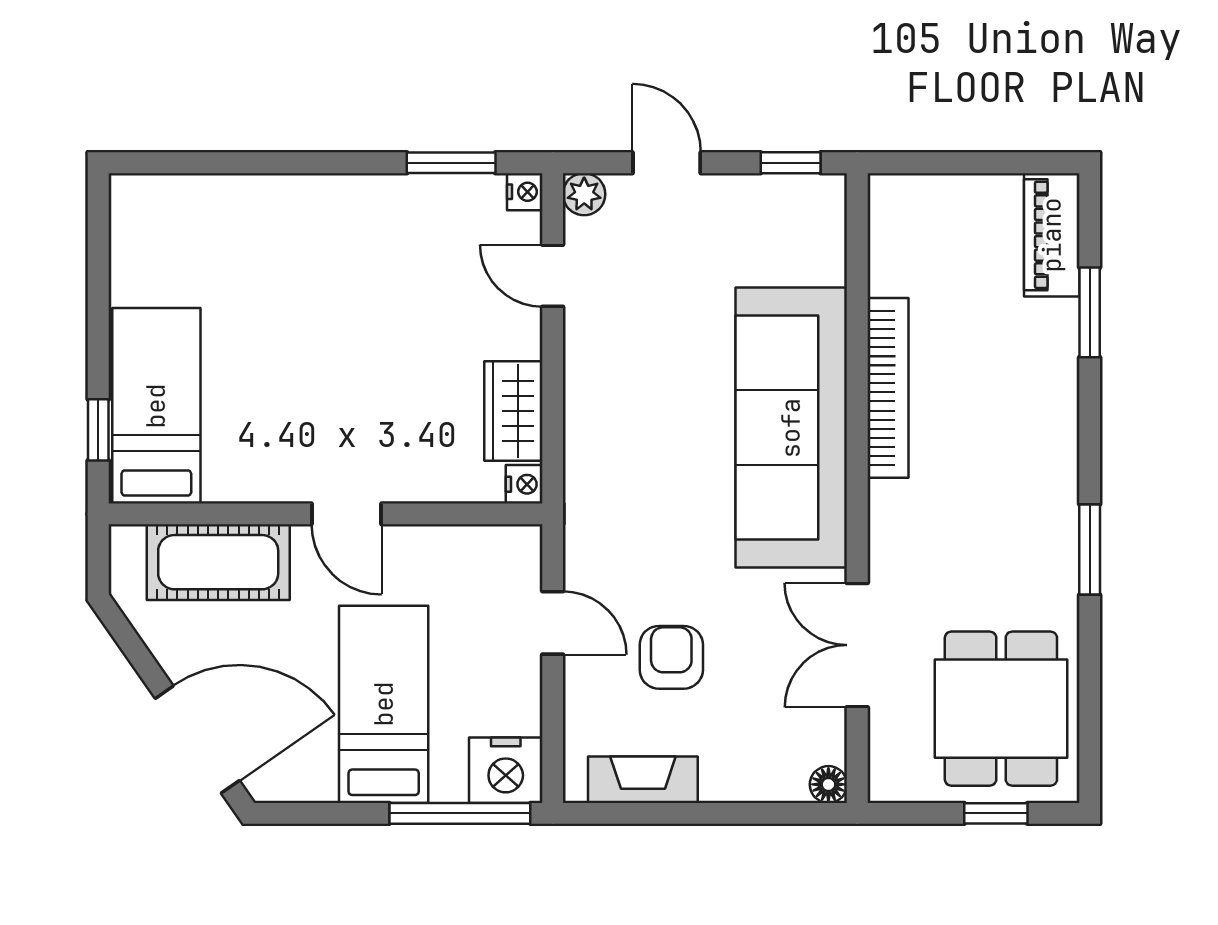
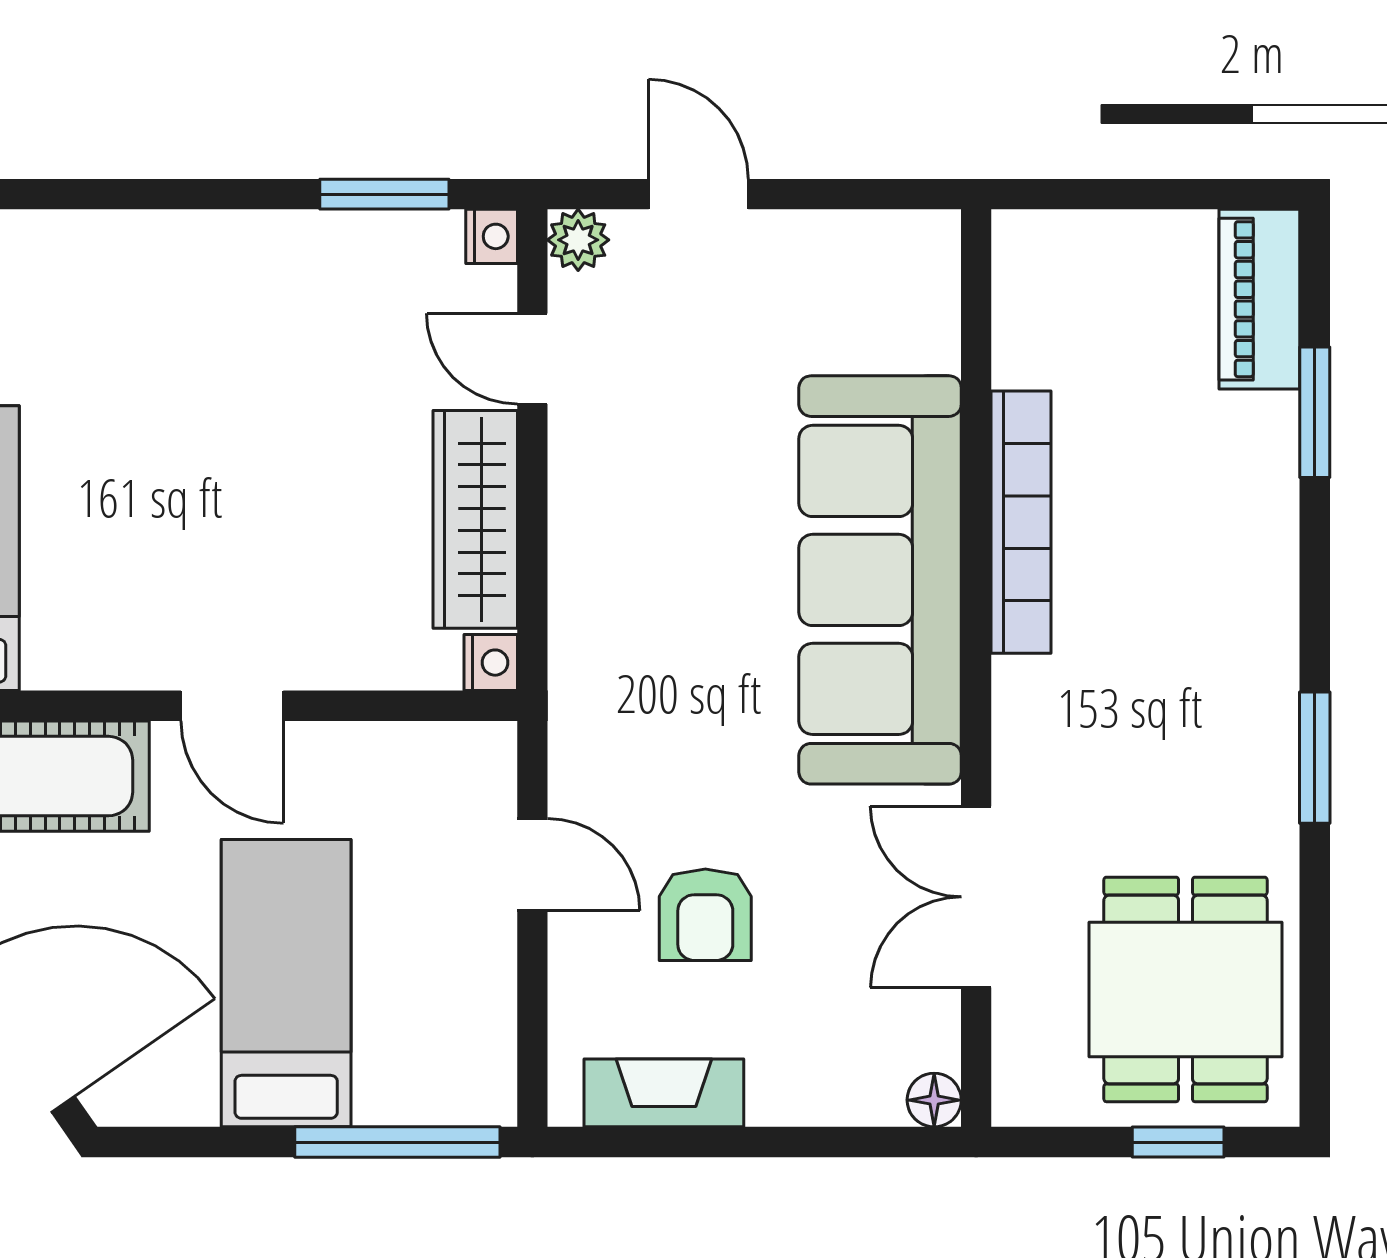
window: (791, 163) -> (879, 194), removed
wardrobe: (513, 411) -> (475, 519), width x1.50
armchair: (671, 657) -> (705, 915), turned 180
nightstand: (506, 770) -> (464, 1079), removed

